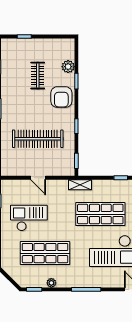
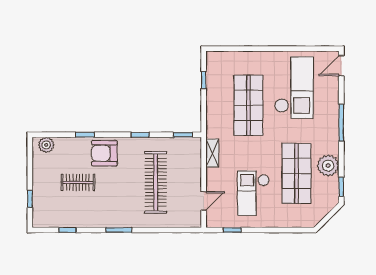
plant: (68, 67) -> (46, 145), moved
armchair: (61, 97) -> (104, 153), turned 180
door: (38, 178) -> (204, 201), moved
shelving: (80, 185) -> (212, 153), moved
plant: (51, 283) -> (328, 166), width x1.87, depth x1.87

